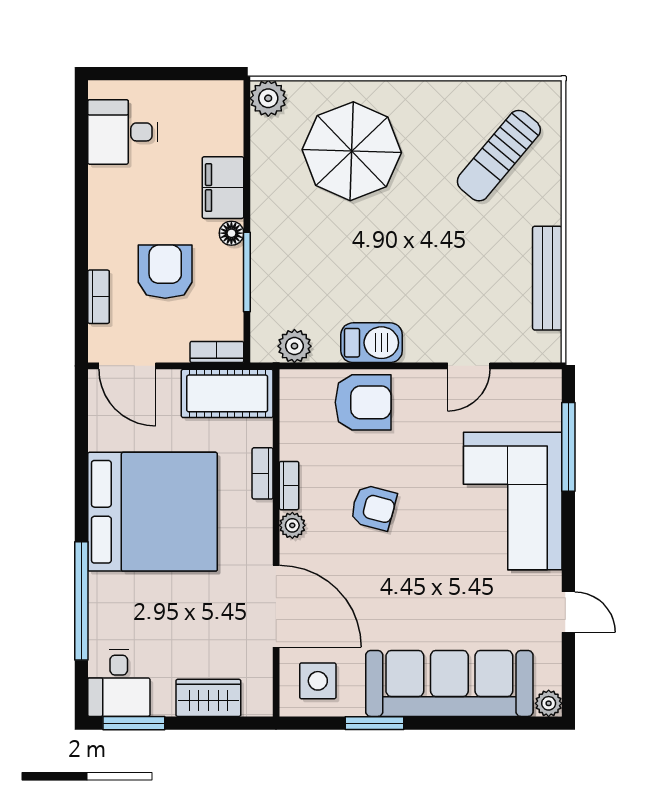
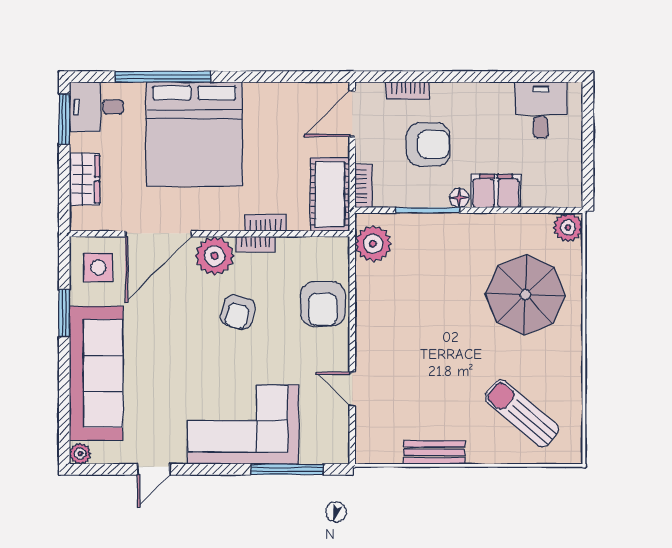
bench: (547, 278) -> (434, 452), width x0.73
barbecue: (372, 343) -> (371, 311), removed
plant: (294, 346) -> (373, 244), width x1.36, depth x1.36
bed: (152, 512) -> (194, 134), moved
plant: (292, 525) -> (214, 256), width x1.87, depth x1.87

